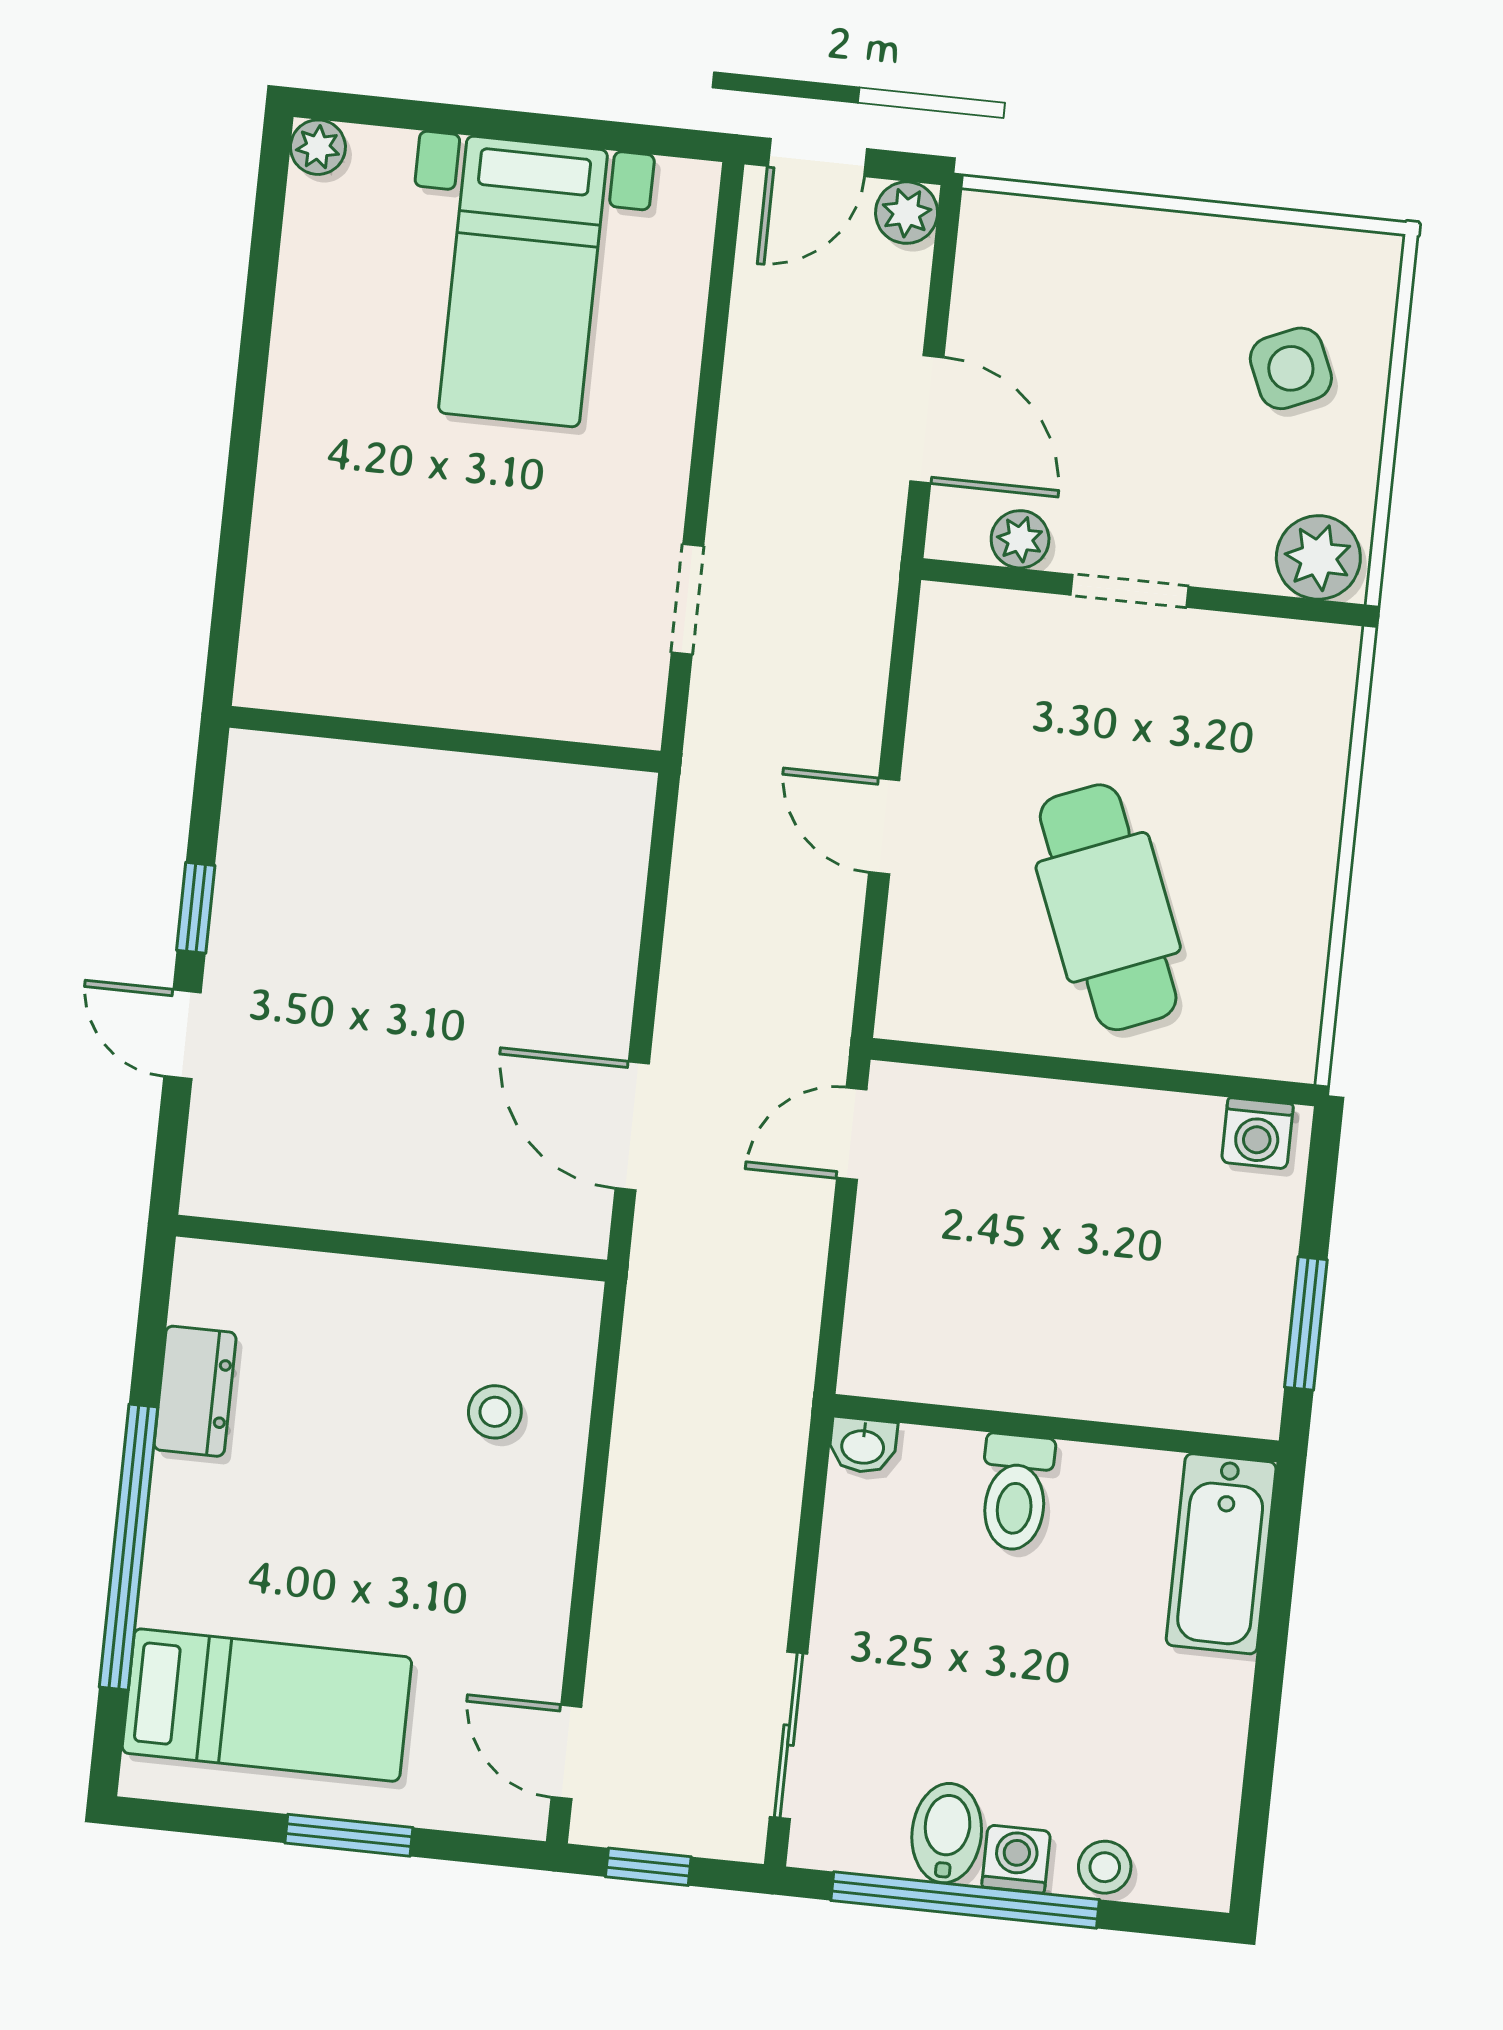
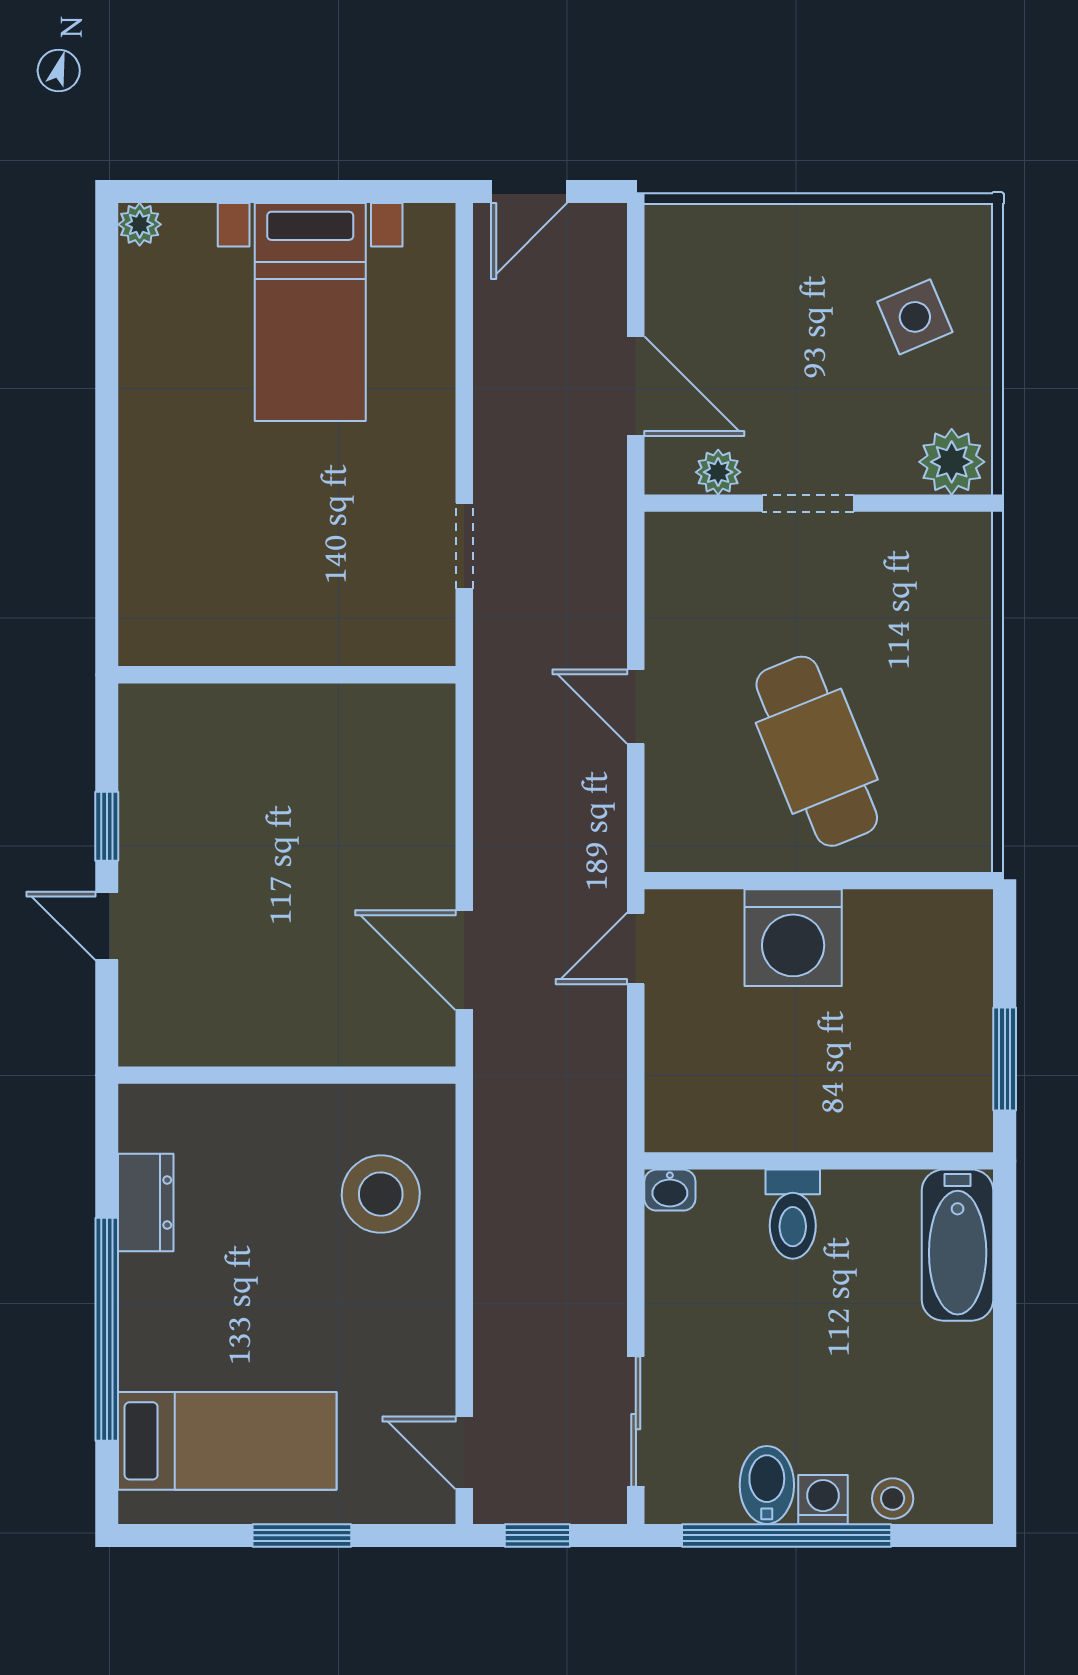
plant: (907, 213) -> (603, 227), removed
washing machine: (1257, 1133) -> (793, 938), moved, width x1.89, depth x1.89
stool: (495, 1412) -> (381, 1194), width x1.89, depth x1.89

